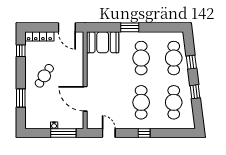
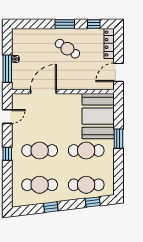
booth: (103, 42) -> (98, 116), width x1.36, depth x1.42
window: (191, 62) -> (93, 202), moved
window: (21, 98) -> (65, 24), moved

